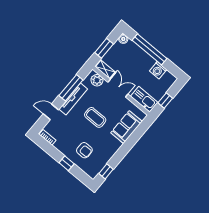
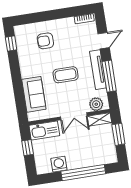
boiler: (123, 39) -> (112, 158), removed
window: (67, 163) -> (48, 16), removed

